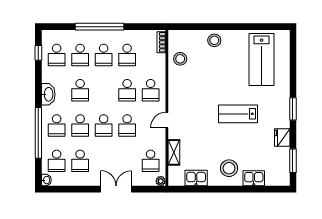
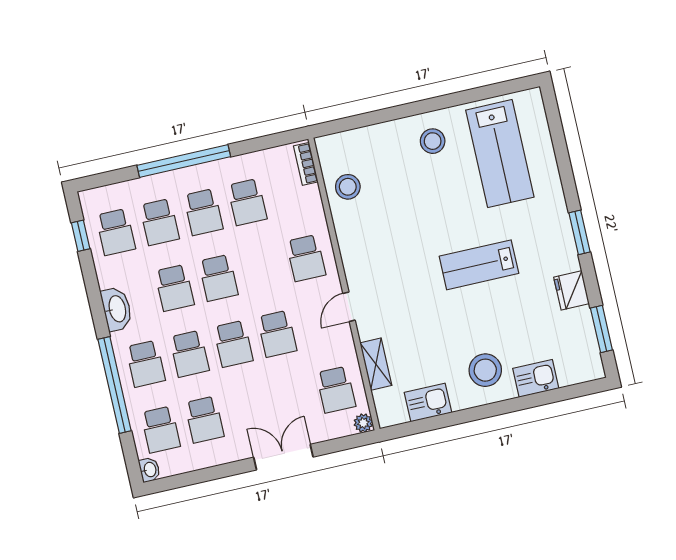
stool: (214, 40) -> (433, 141), moved
school desk: (127, 90) -> (218, 278), moved

